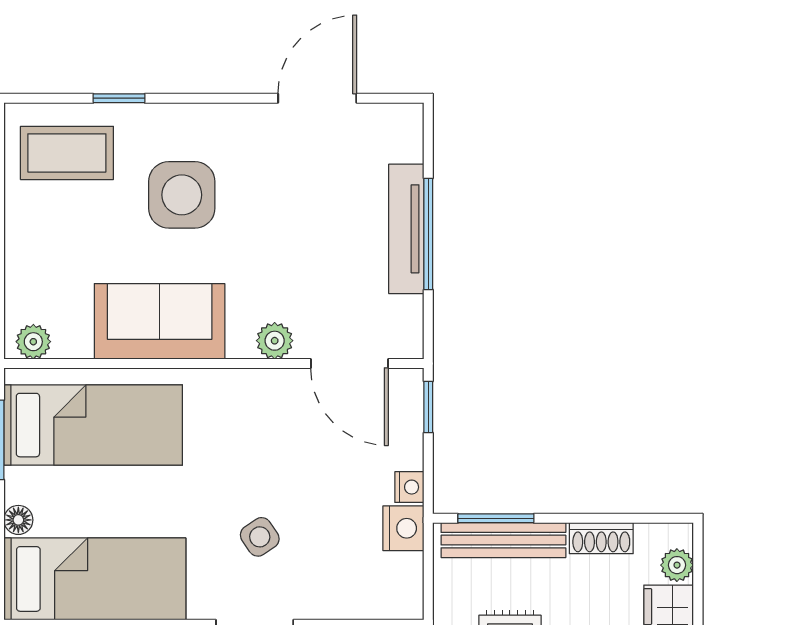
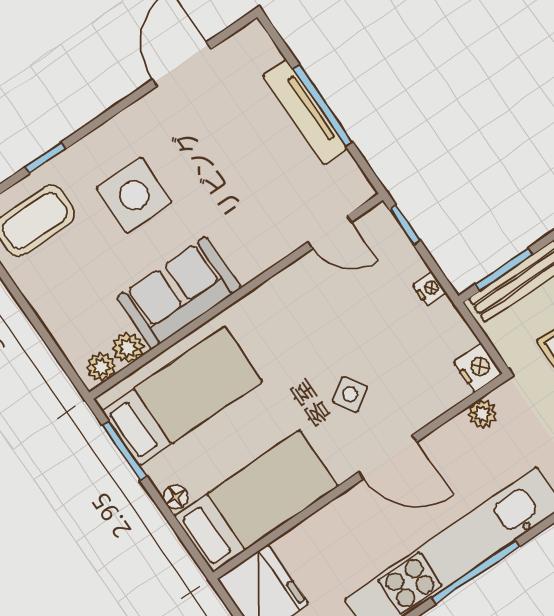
plant: (275, 341) -> (128, 348), moved
door: (349, 363) -> (330, 232), width x0.73
nightstand: (403, 528) -> (478, 368), moved

